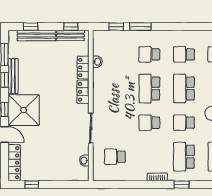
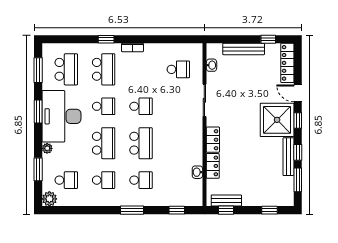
window: (140, 27) -> (132, 210), moved
bench: (36, 36) -> (244, 49), moved

